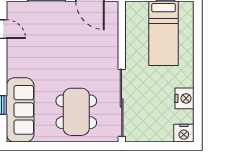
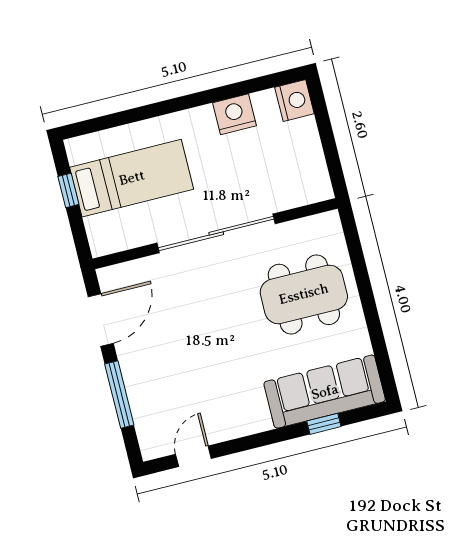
sliding door: (122, 103) -> (216, 233), moved

